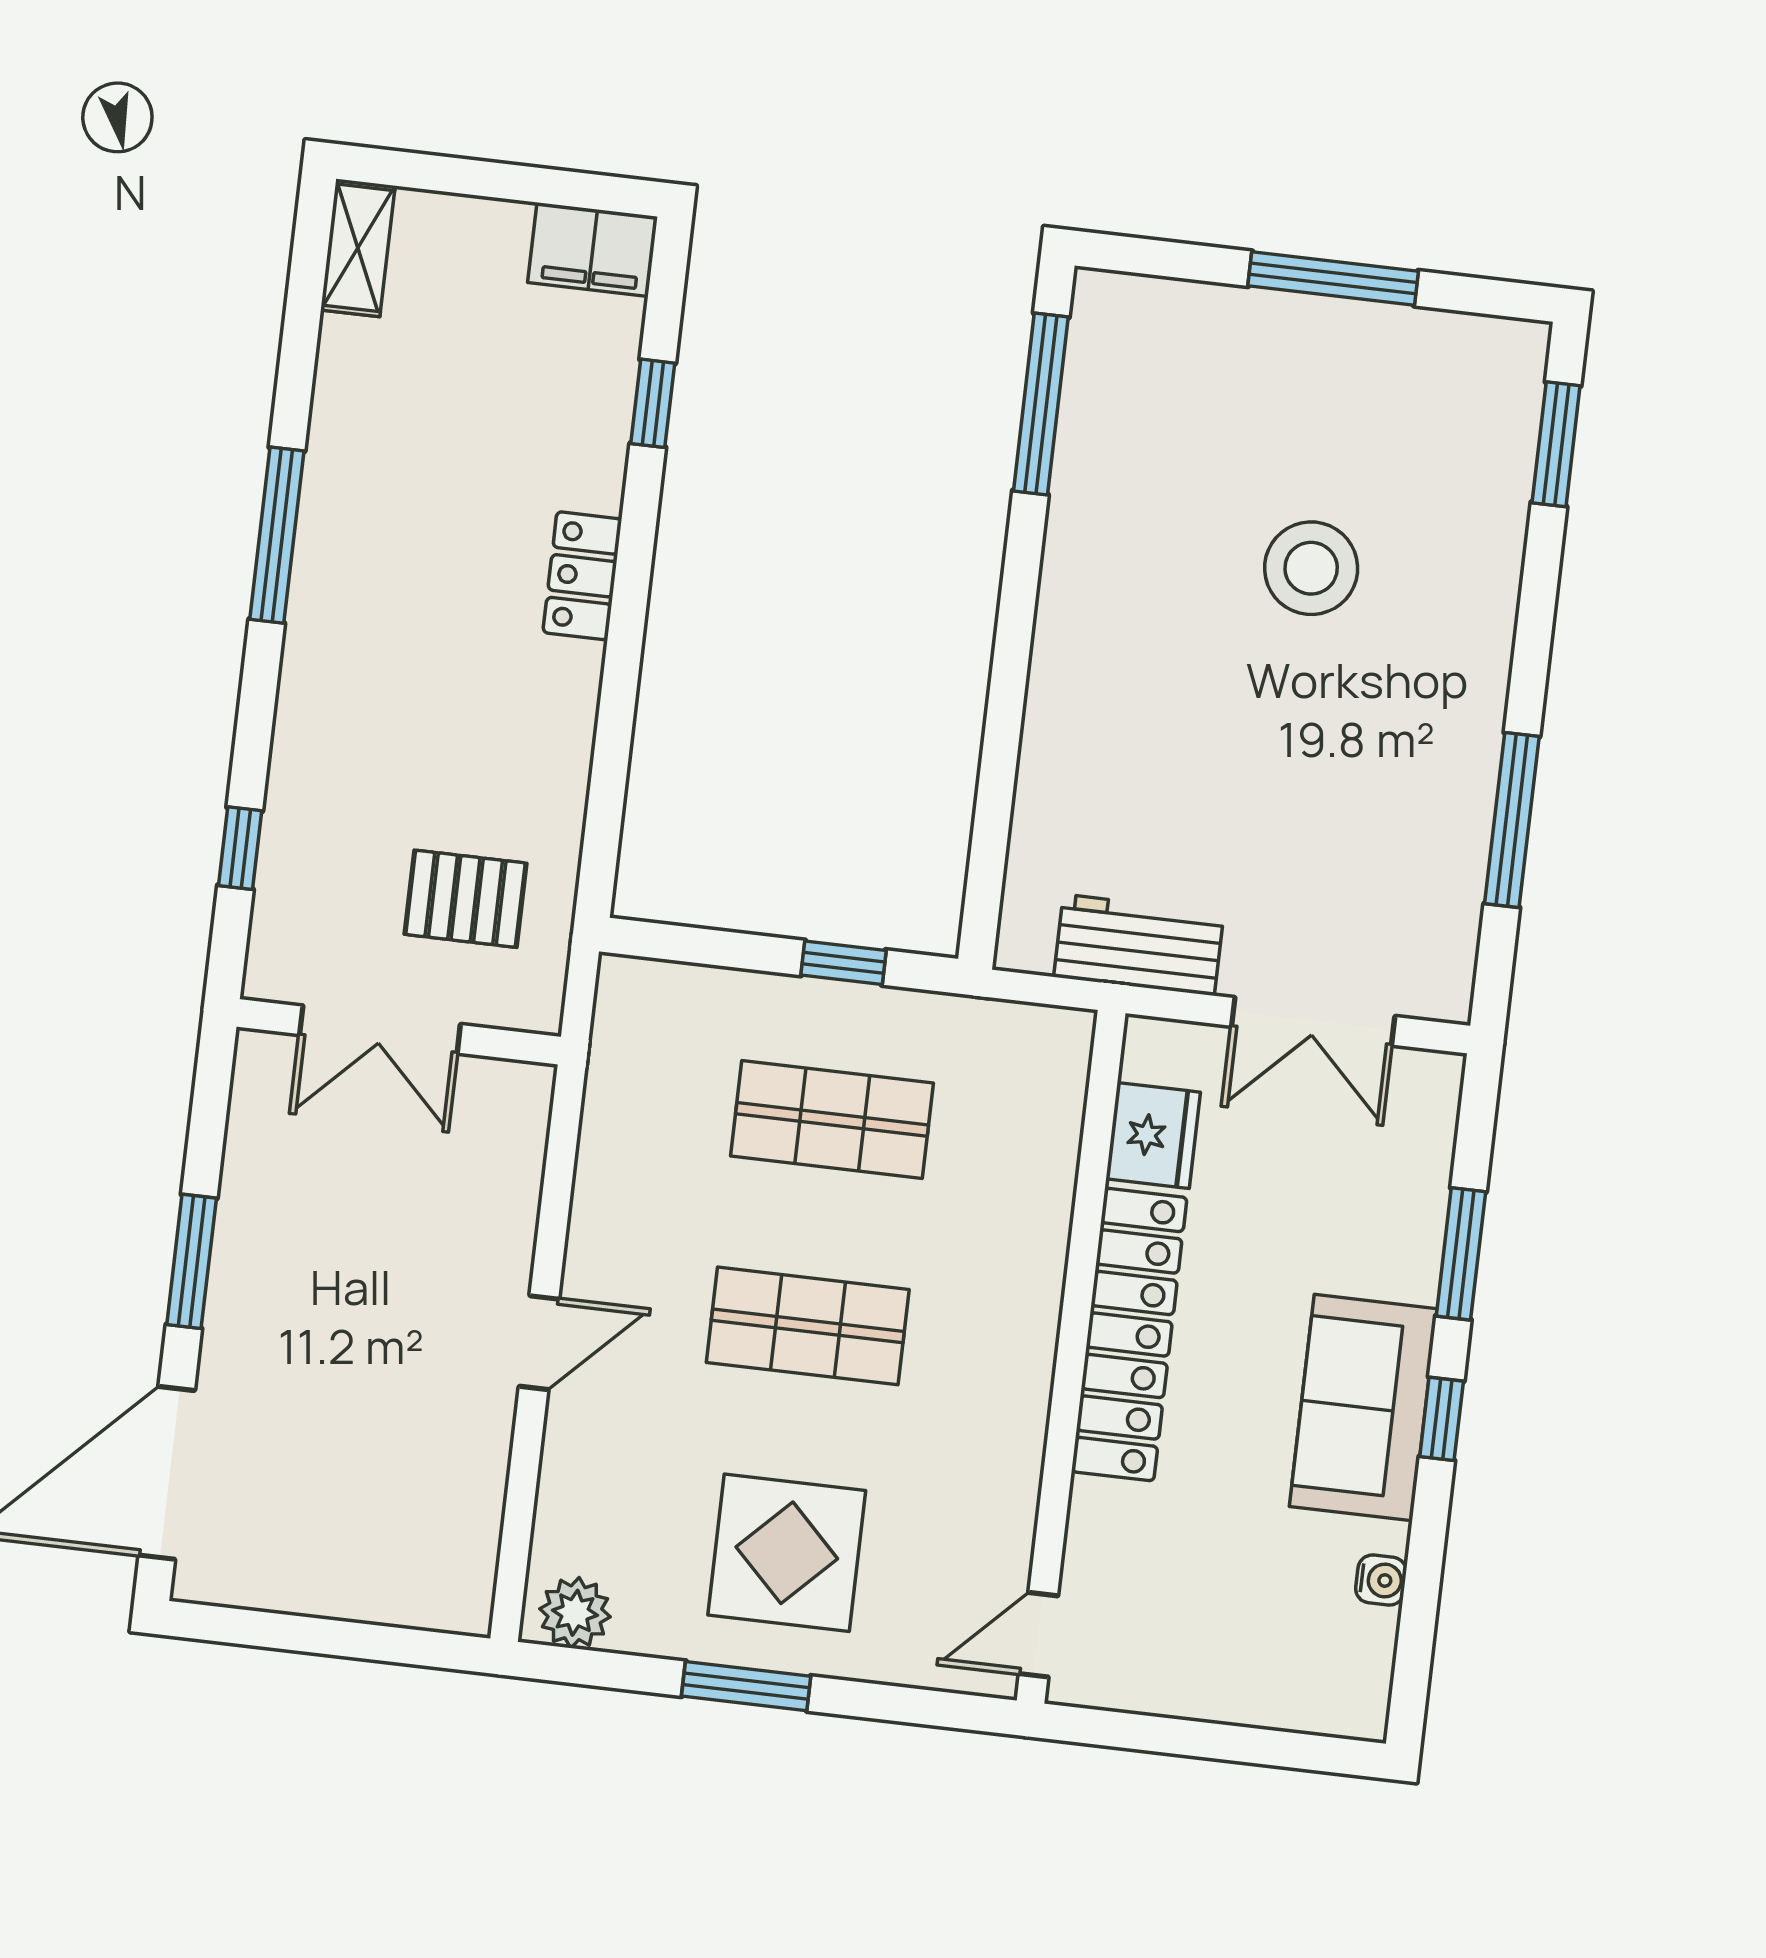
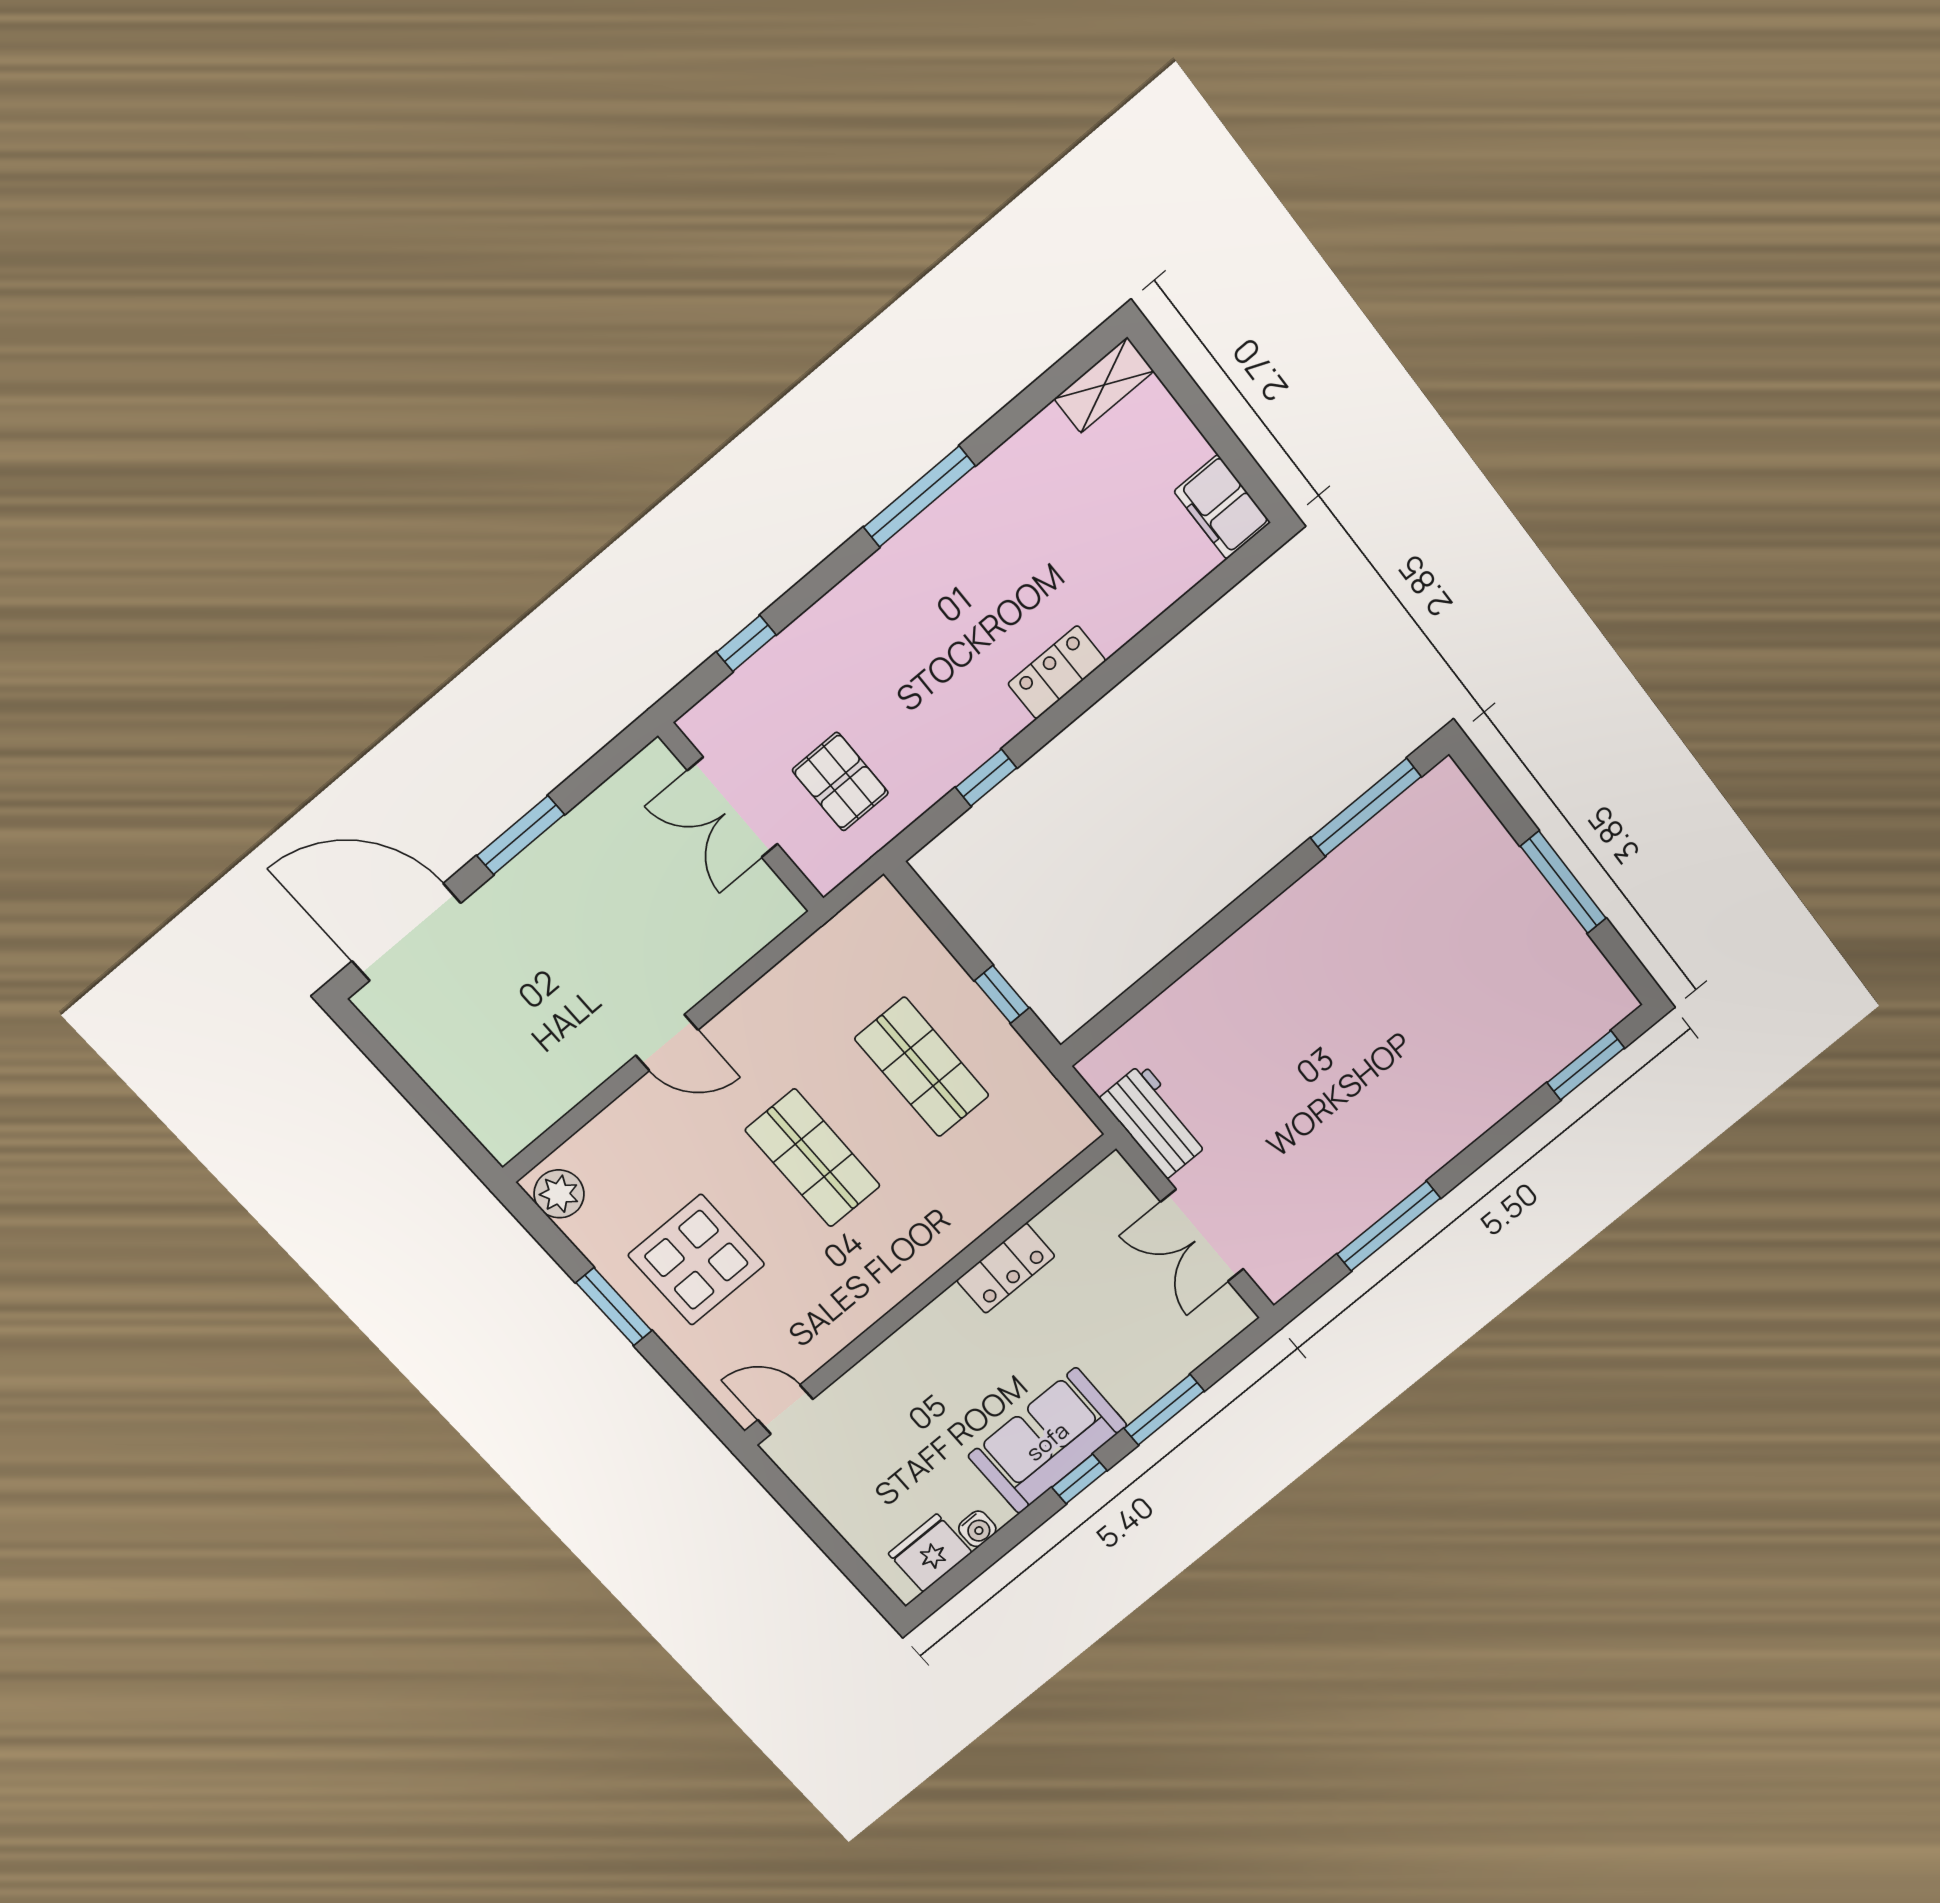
window: (653, 403) -> (986, 778), moved
stool: (1311, 568) -> (1415, 1015), removed
fridge: (1153, 1136) -> (930, 1553), moved, turned 180
locker: (1129, 1335) -> (1006, 1268), width x0.46, depth x0.83

